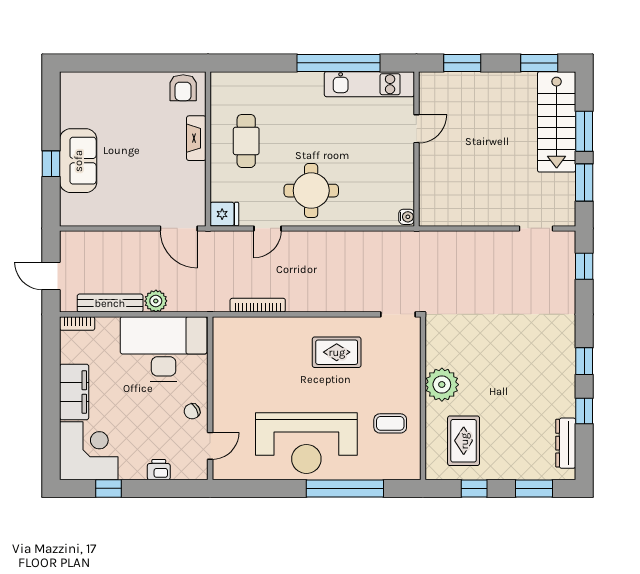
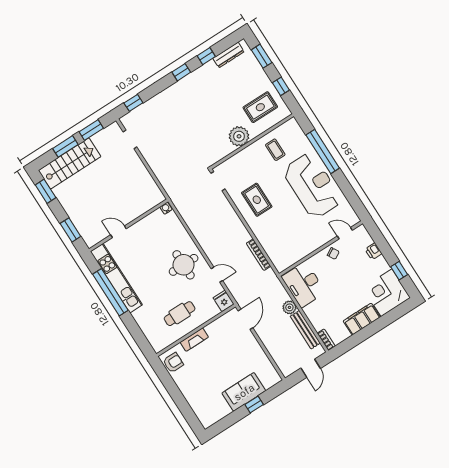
kitchen unit: (369, 84) -> (116, 278), width x1.36
desk: (164, 349) -> (304, 285), width x0.73, depth x0.77

